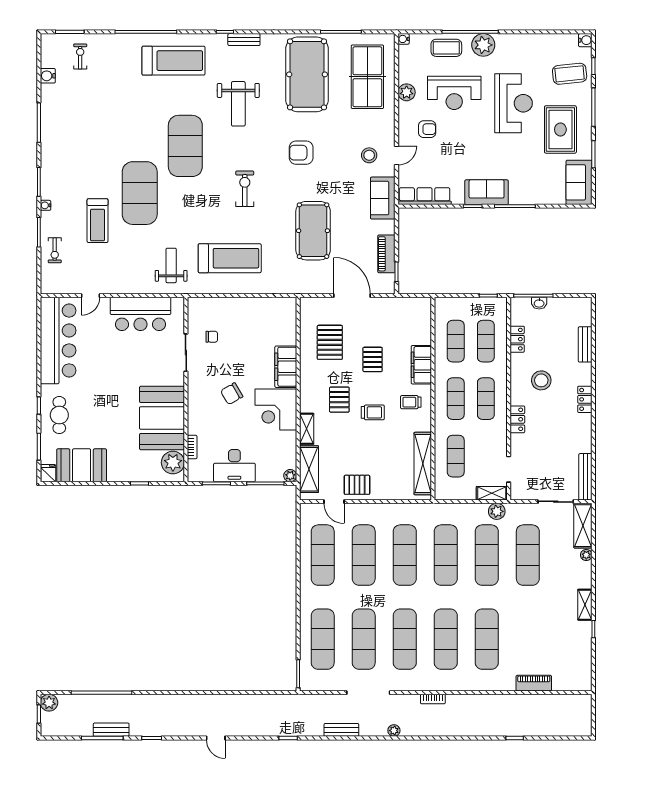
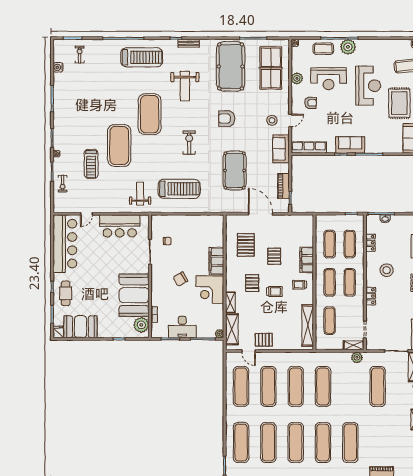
exercise mat: (487, 555) -> (350, 386), removed

